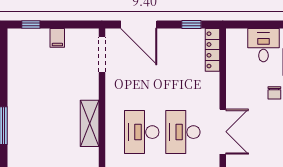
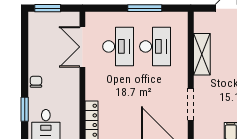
doorway: (102, 54) -> (191, 104), moved

